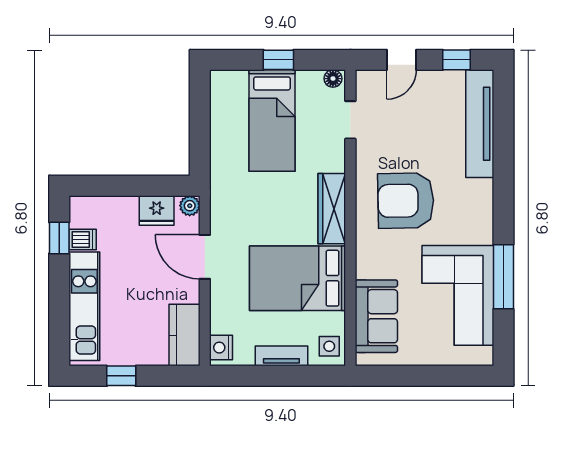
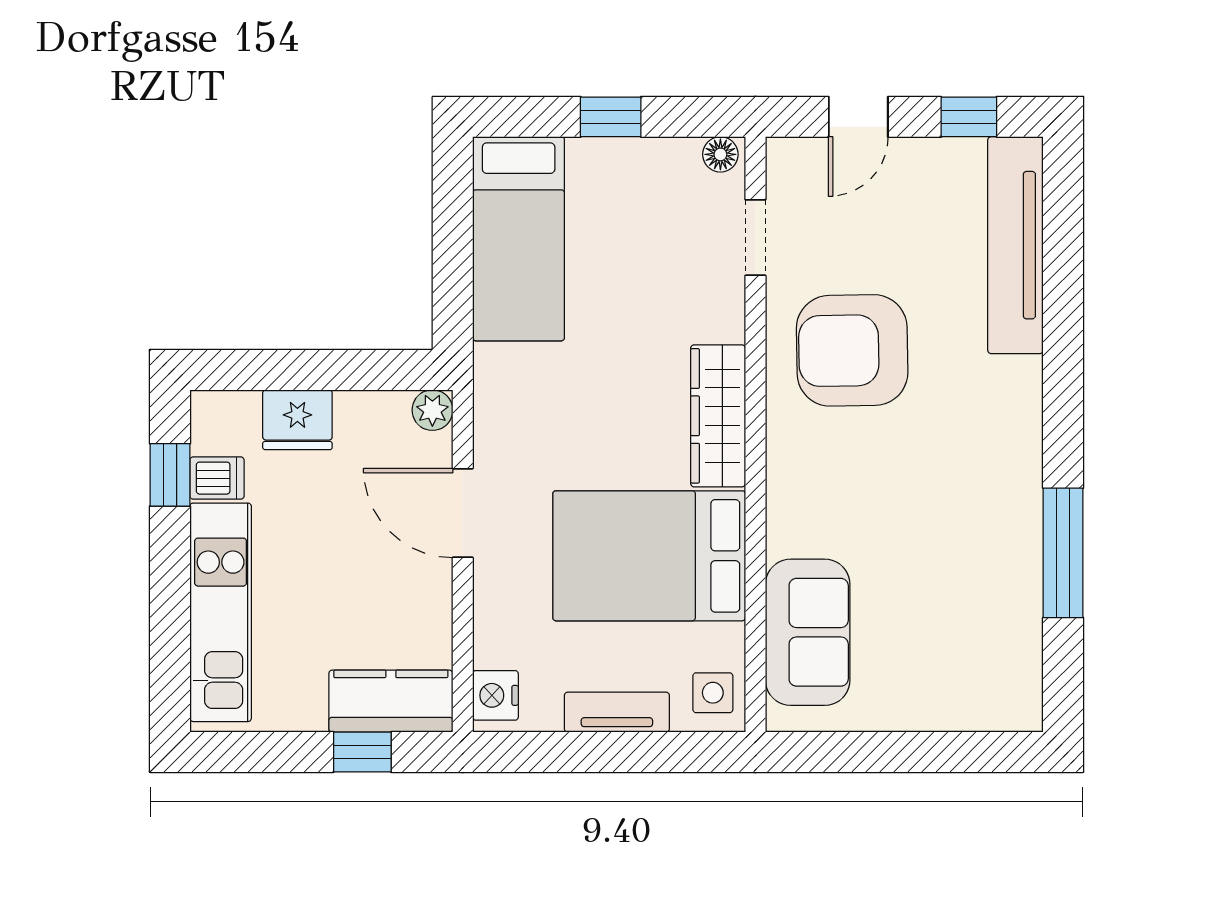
bed: (272, 121) -> (519, 239), moved
armchair: (406, 201) -> (852, 350), moved
fridge: (157, 210) -> (297, 420), moved
corner sofa: (458, 295) -> (972, 591), removed
kitchen counter: (184, 335) -> (391, 701), moved, turned 90
window: (121, 376) -> (362, 752), moved

